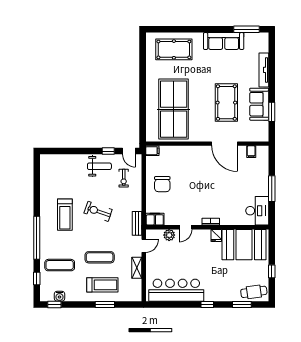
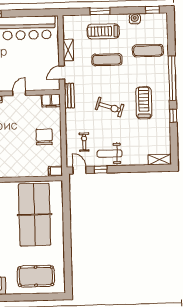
shelving: (51, 159) -> (160, 160), added
plant: (169, 235) -> (36, 84), removed
window: (37, 279) -> (173, 116), moved
water cooler: (59, 296) -> (135, 19), moved

